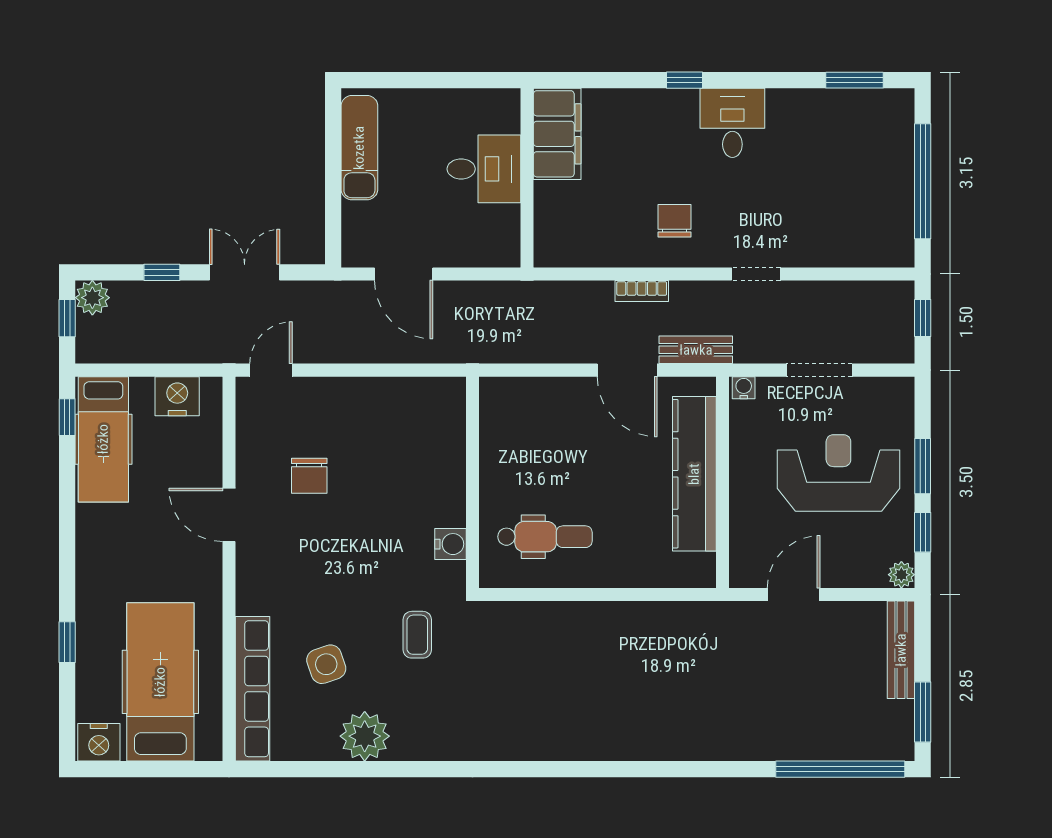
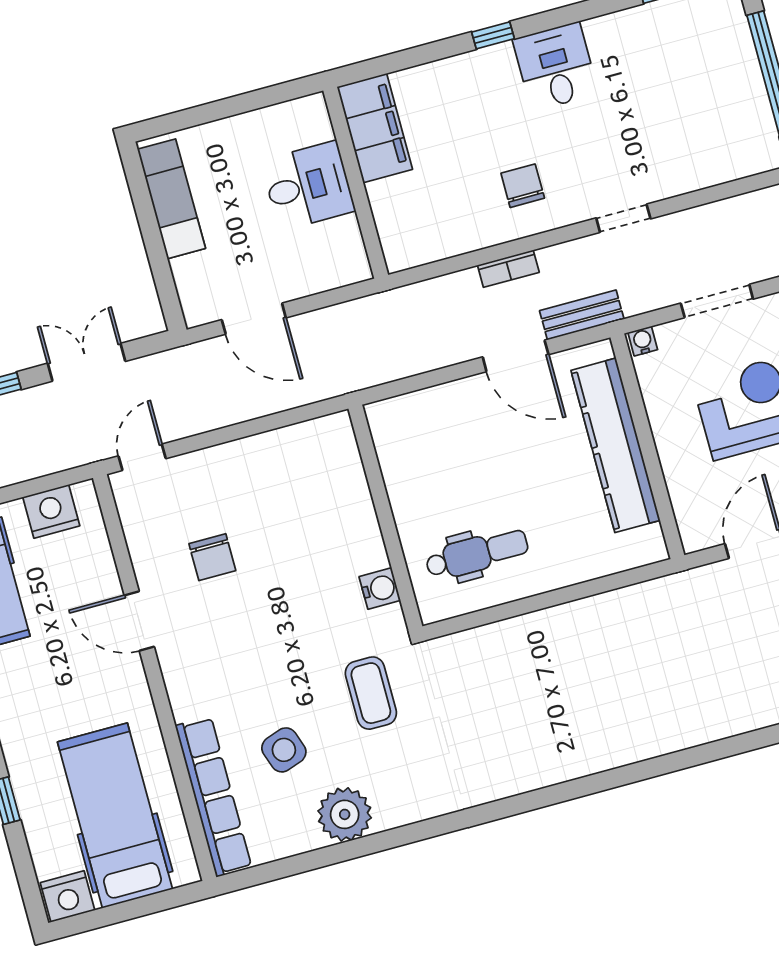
coffee table: (417, 635) -> (371, 693), width x1.36, depth x1.30

